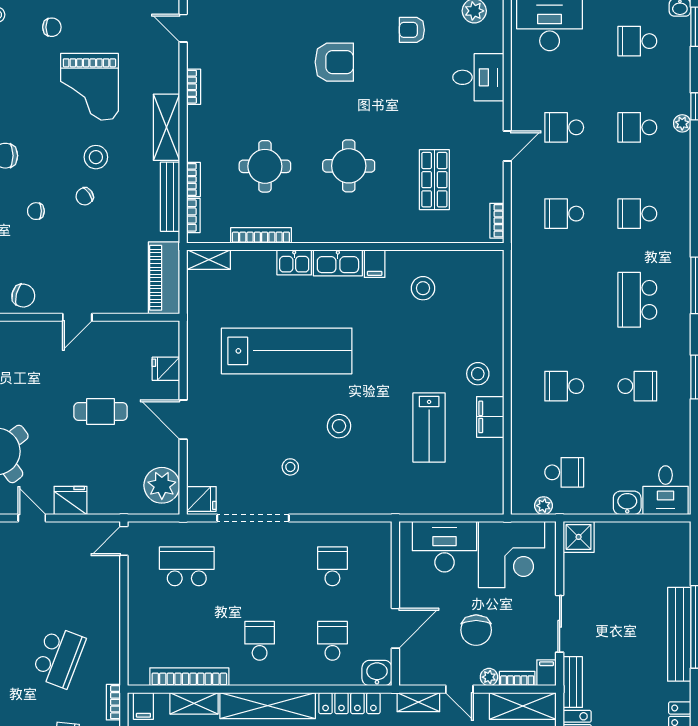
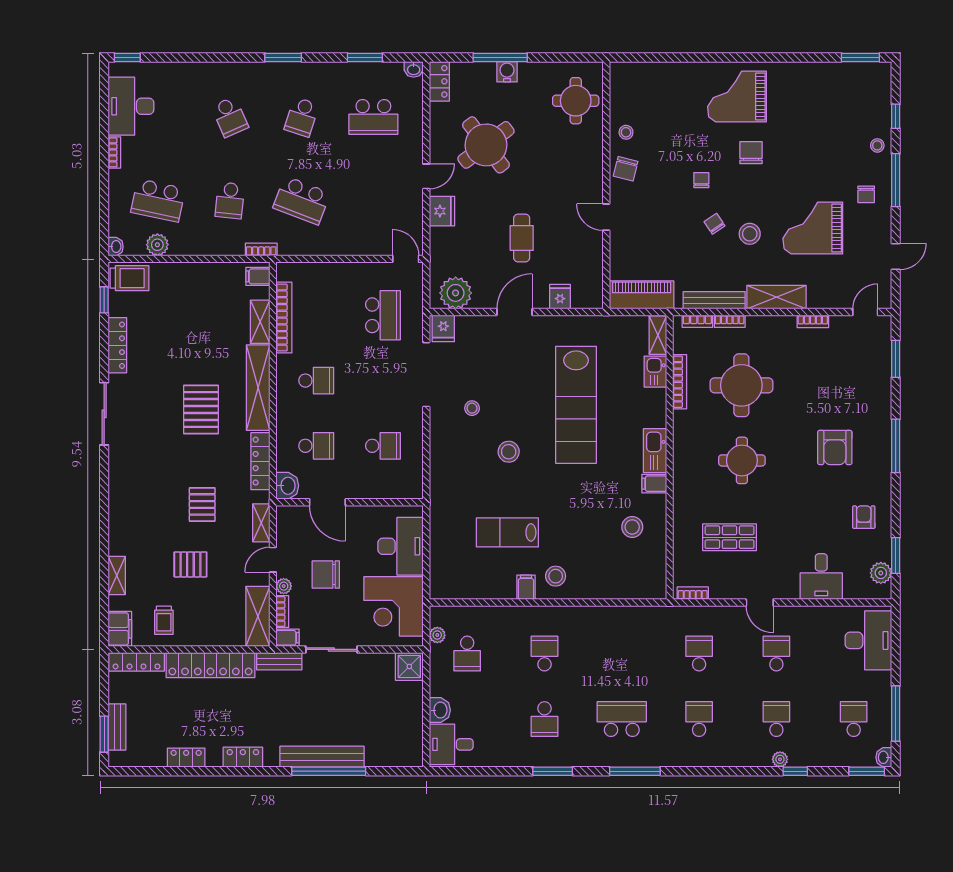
round table: (265, 166) -> (741, 385), width x1.36, depth x1.36
kitchen sink: (294, 262) -> (655, 372), moved
filing cabinet: (490, 417) -> (526, 587), width x0.50

